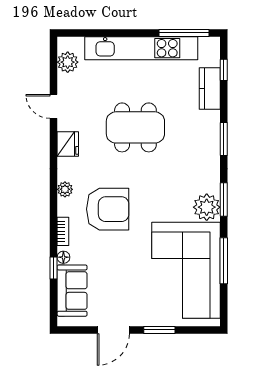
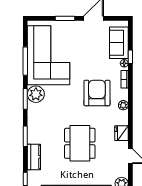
kitchen counter: (210, 89) -> (34, 157), moved
dining table: (135, 127) -> (80, 143), turned 90
armchair: (108, 209) -> (97, 93), turned 90

